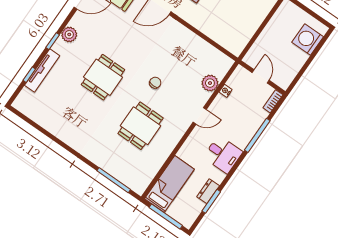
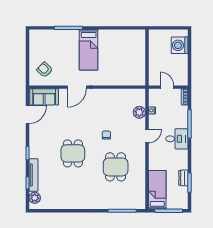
plant: (69, 34) -> (35, 198), moved
desk: (223, 154) -> (177, 139), moved

